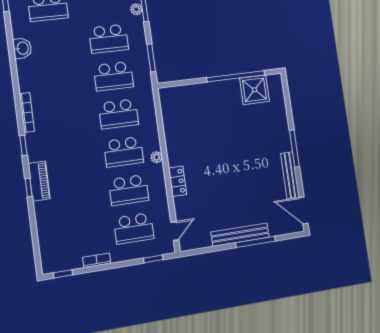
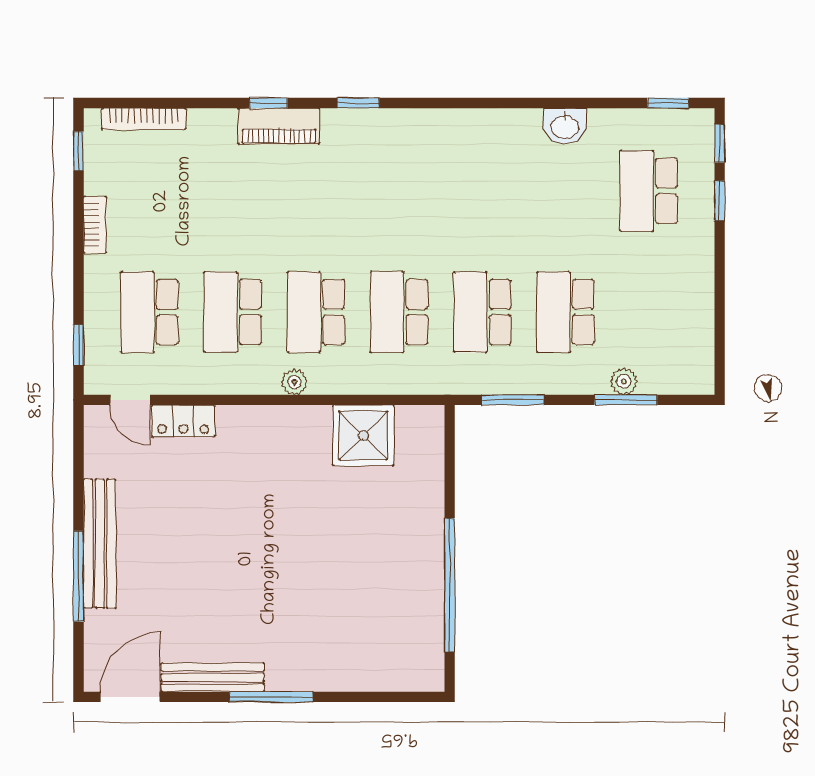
shower: (255, 90) -> (363, 435), moved
bookcase: (27, 112) -> (143, 119), moved
locker: (178, 181) -> (183, 421), moved

